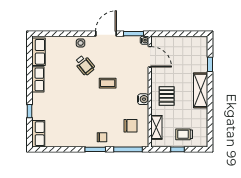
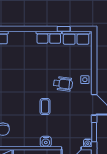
wheelchair: (85, 65) -> (63, 84), turned -134
water cooler: (143, 99) -> (46, 142), moved
window: (29, 111) -> (64, 29), moved

